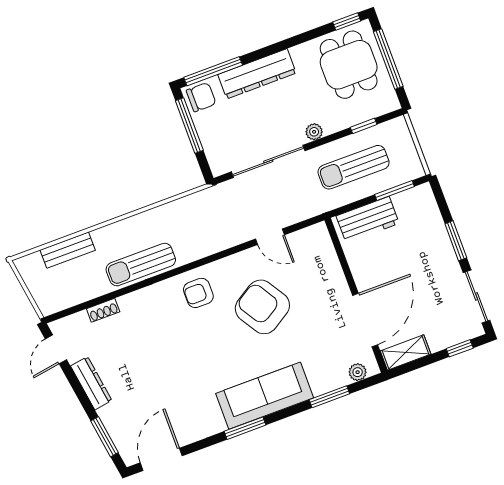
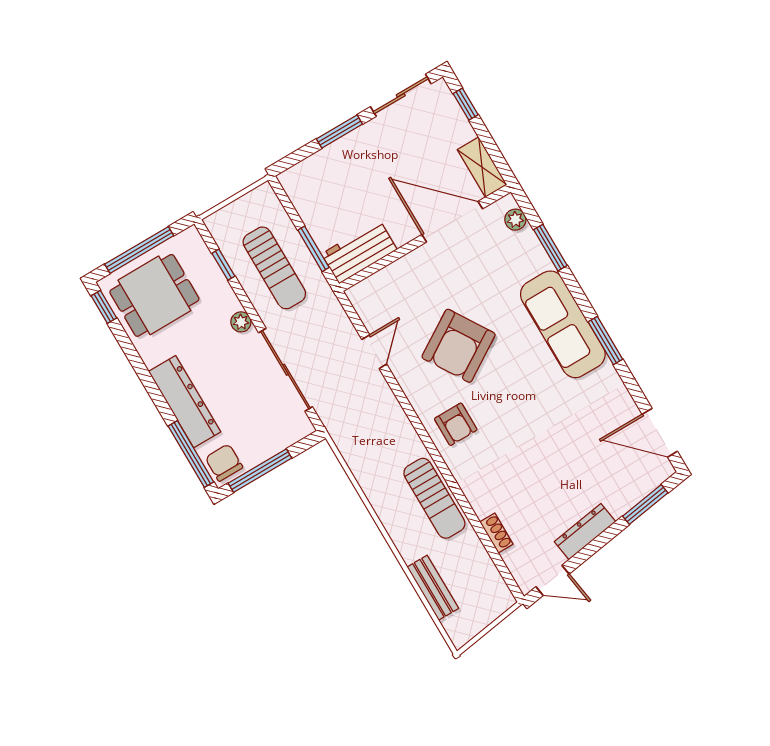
window: (395, 191) -> (313, 249), moved
workbench: (368, 220) -> (359, 252), moved, turned -90

